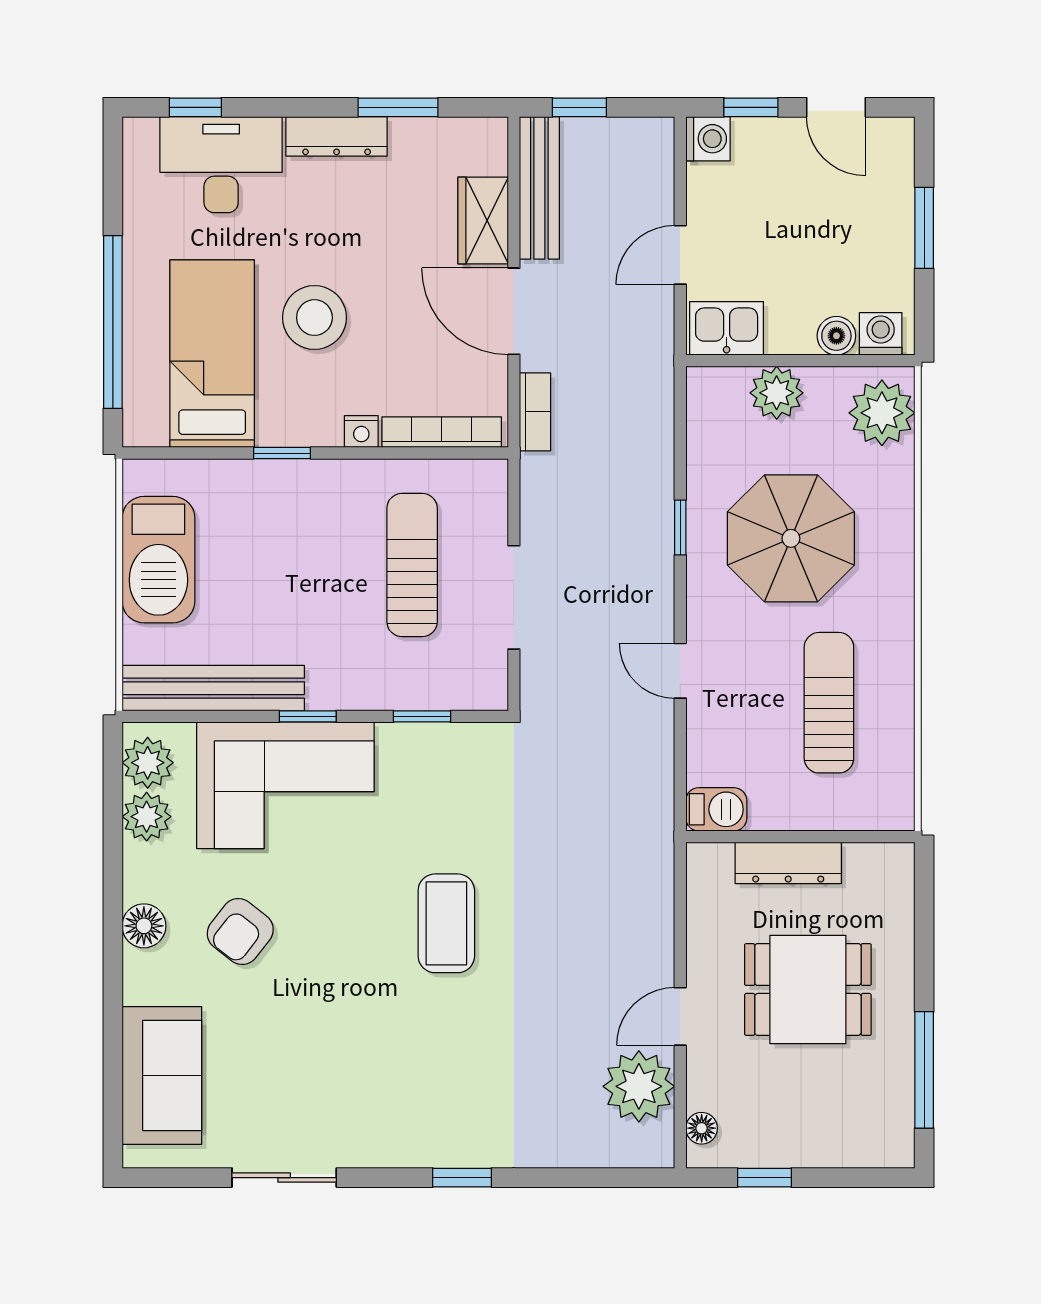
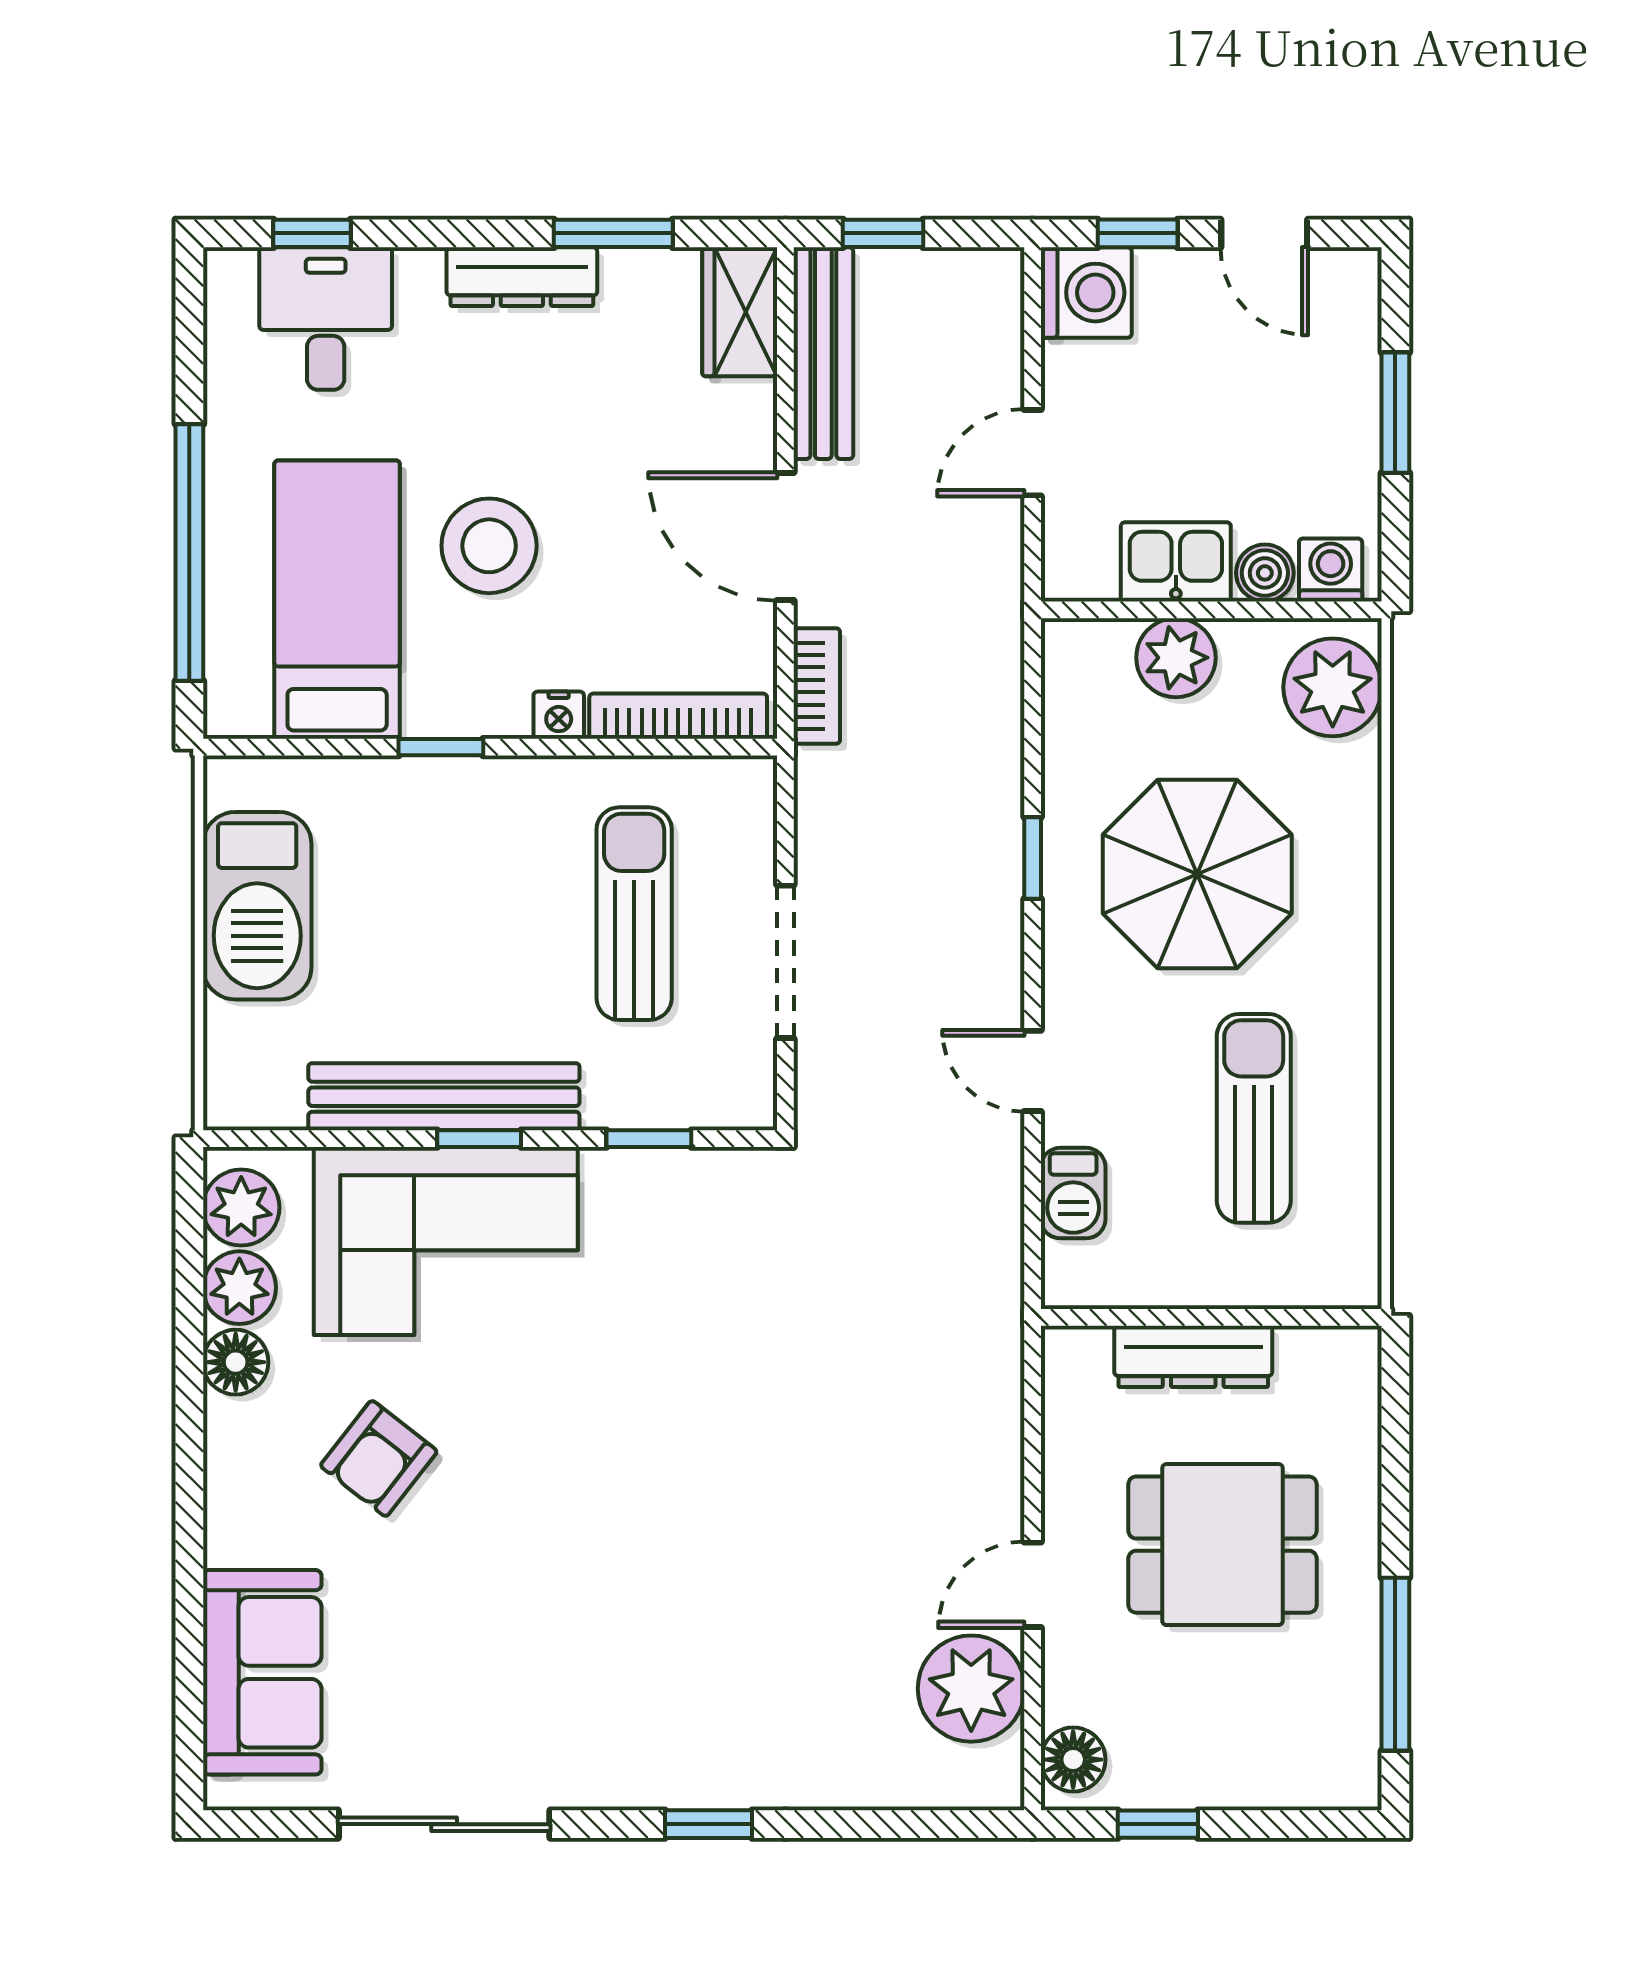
washing machine: (708, 139) -> (1086, 293), width x1.38, depth x1.38
desk: (221, 165) -> (326, 319), width x0.73
wardrobe: (483, 220) -> (740, 312), moved
kitchen sink: (727, 328) -> (1176, 562), moved
bench: (213, 688) -> (444, 1097), moved
barbecue: (716, 809) -> (1073, 1193), moved, turned 90
coffee table: (446, 923) -> (685, 1446), removed
floor lamp: (144, 926) -> (236, 1362), moved
floor lamp: (702, 1128) -> (1073, 1760), width x1.37, depth x1.37
sliding door: (284, 1178) -> (444, 1824), width x1.37

